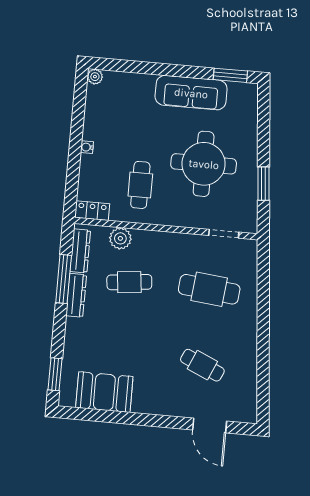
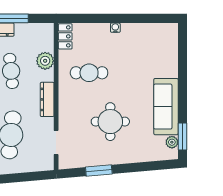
plant: (95, 77) -> (172, 142), moved
round table: (204, 164) -> (110, 122), width x0.73, depth x0.73
dresser: (80, 251) -> (47, 99), moved, turned 90

